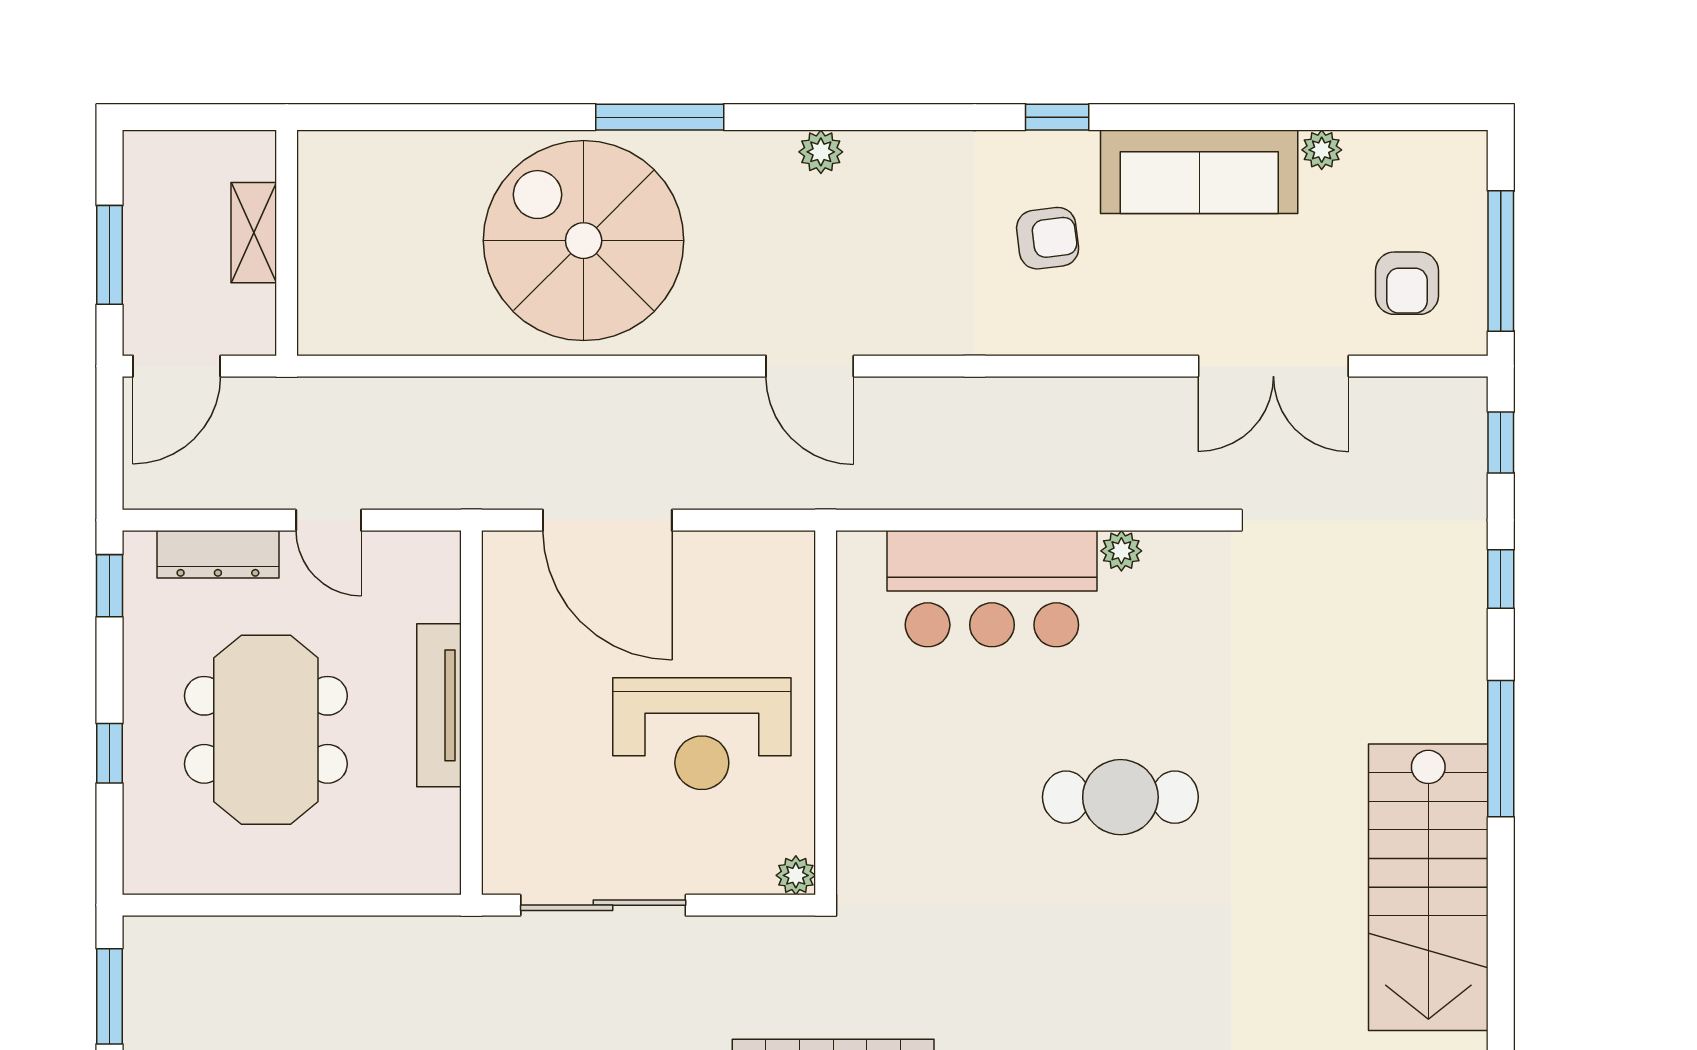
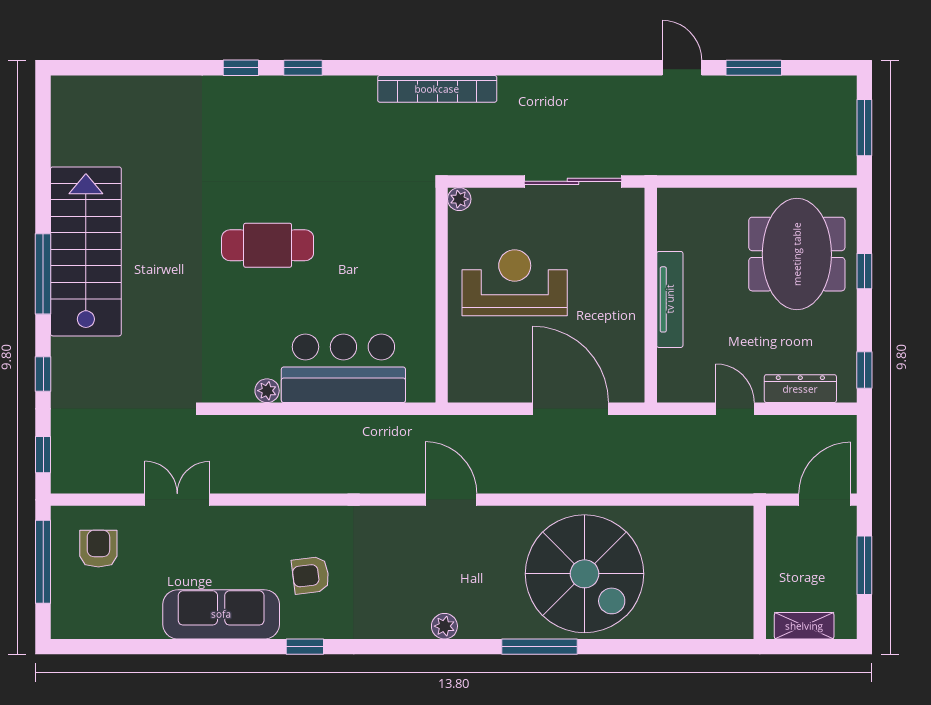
plant: (1322, 150) -> (149, 627), removed
shelving: (254, 233) -> (804, 626), moved, turned 90
double door: (1273, 366) -> (177, 500), width x0.73
meeting table: (266, 730) -> (797, 254), moved
stairs: (1428, 887) -> (86, 251), moved

